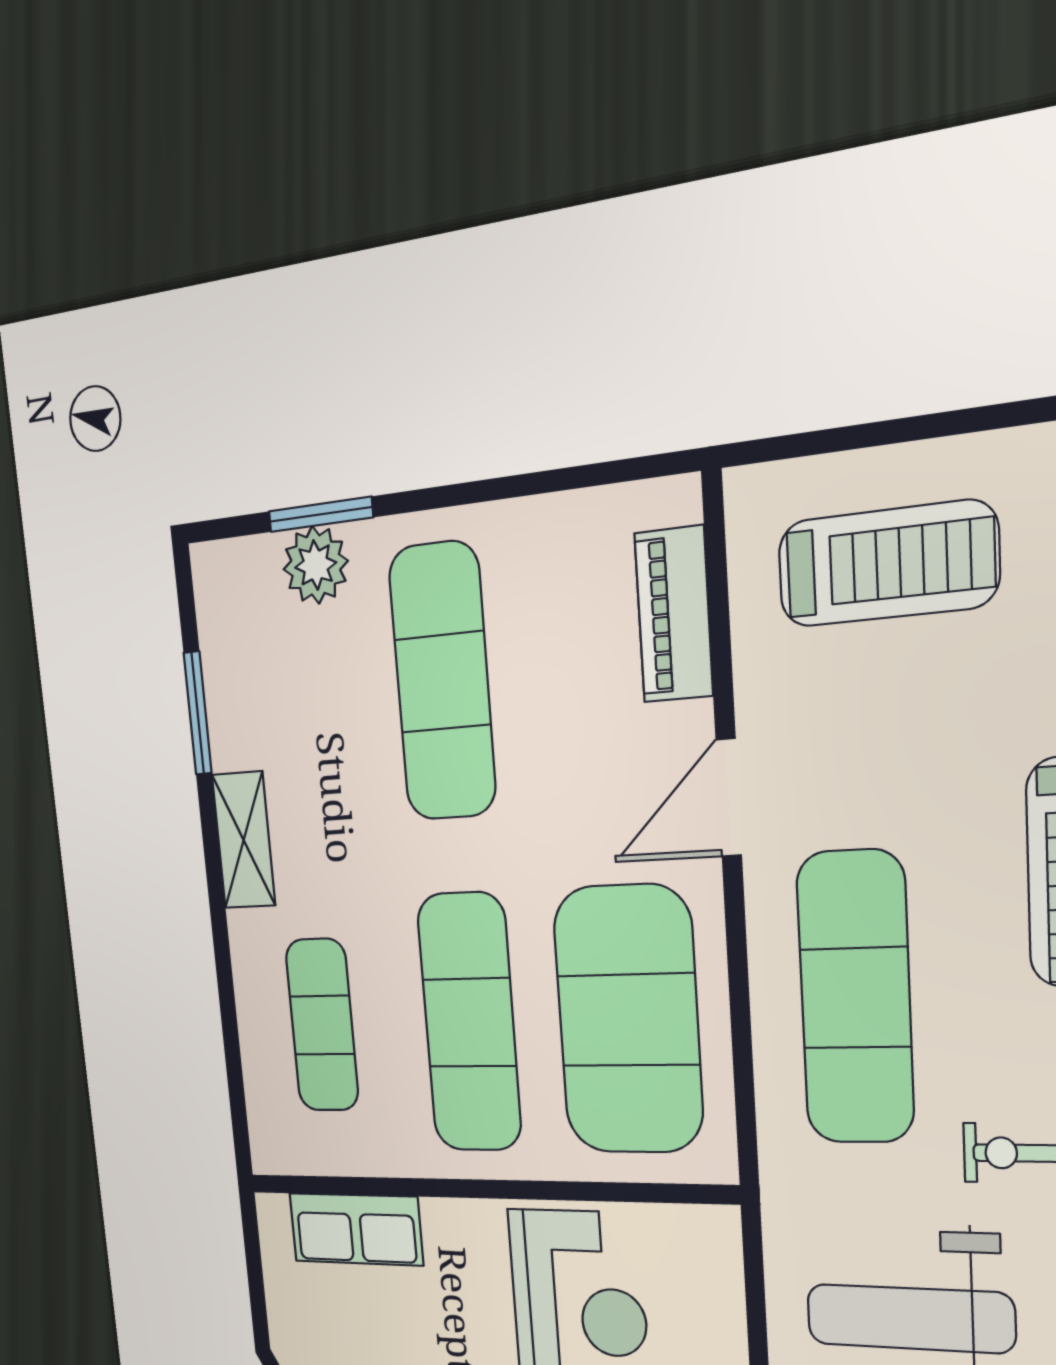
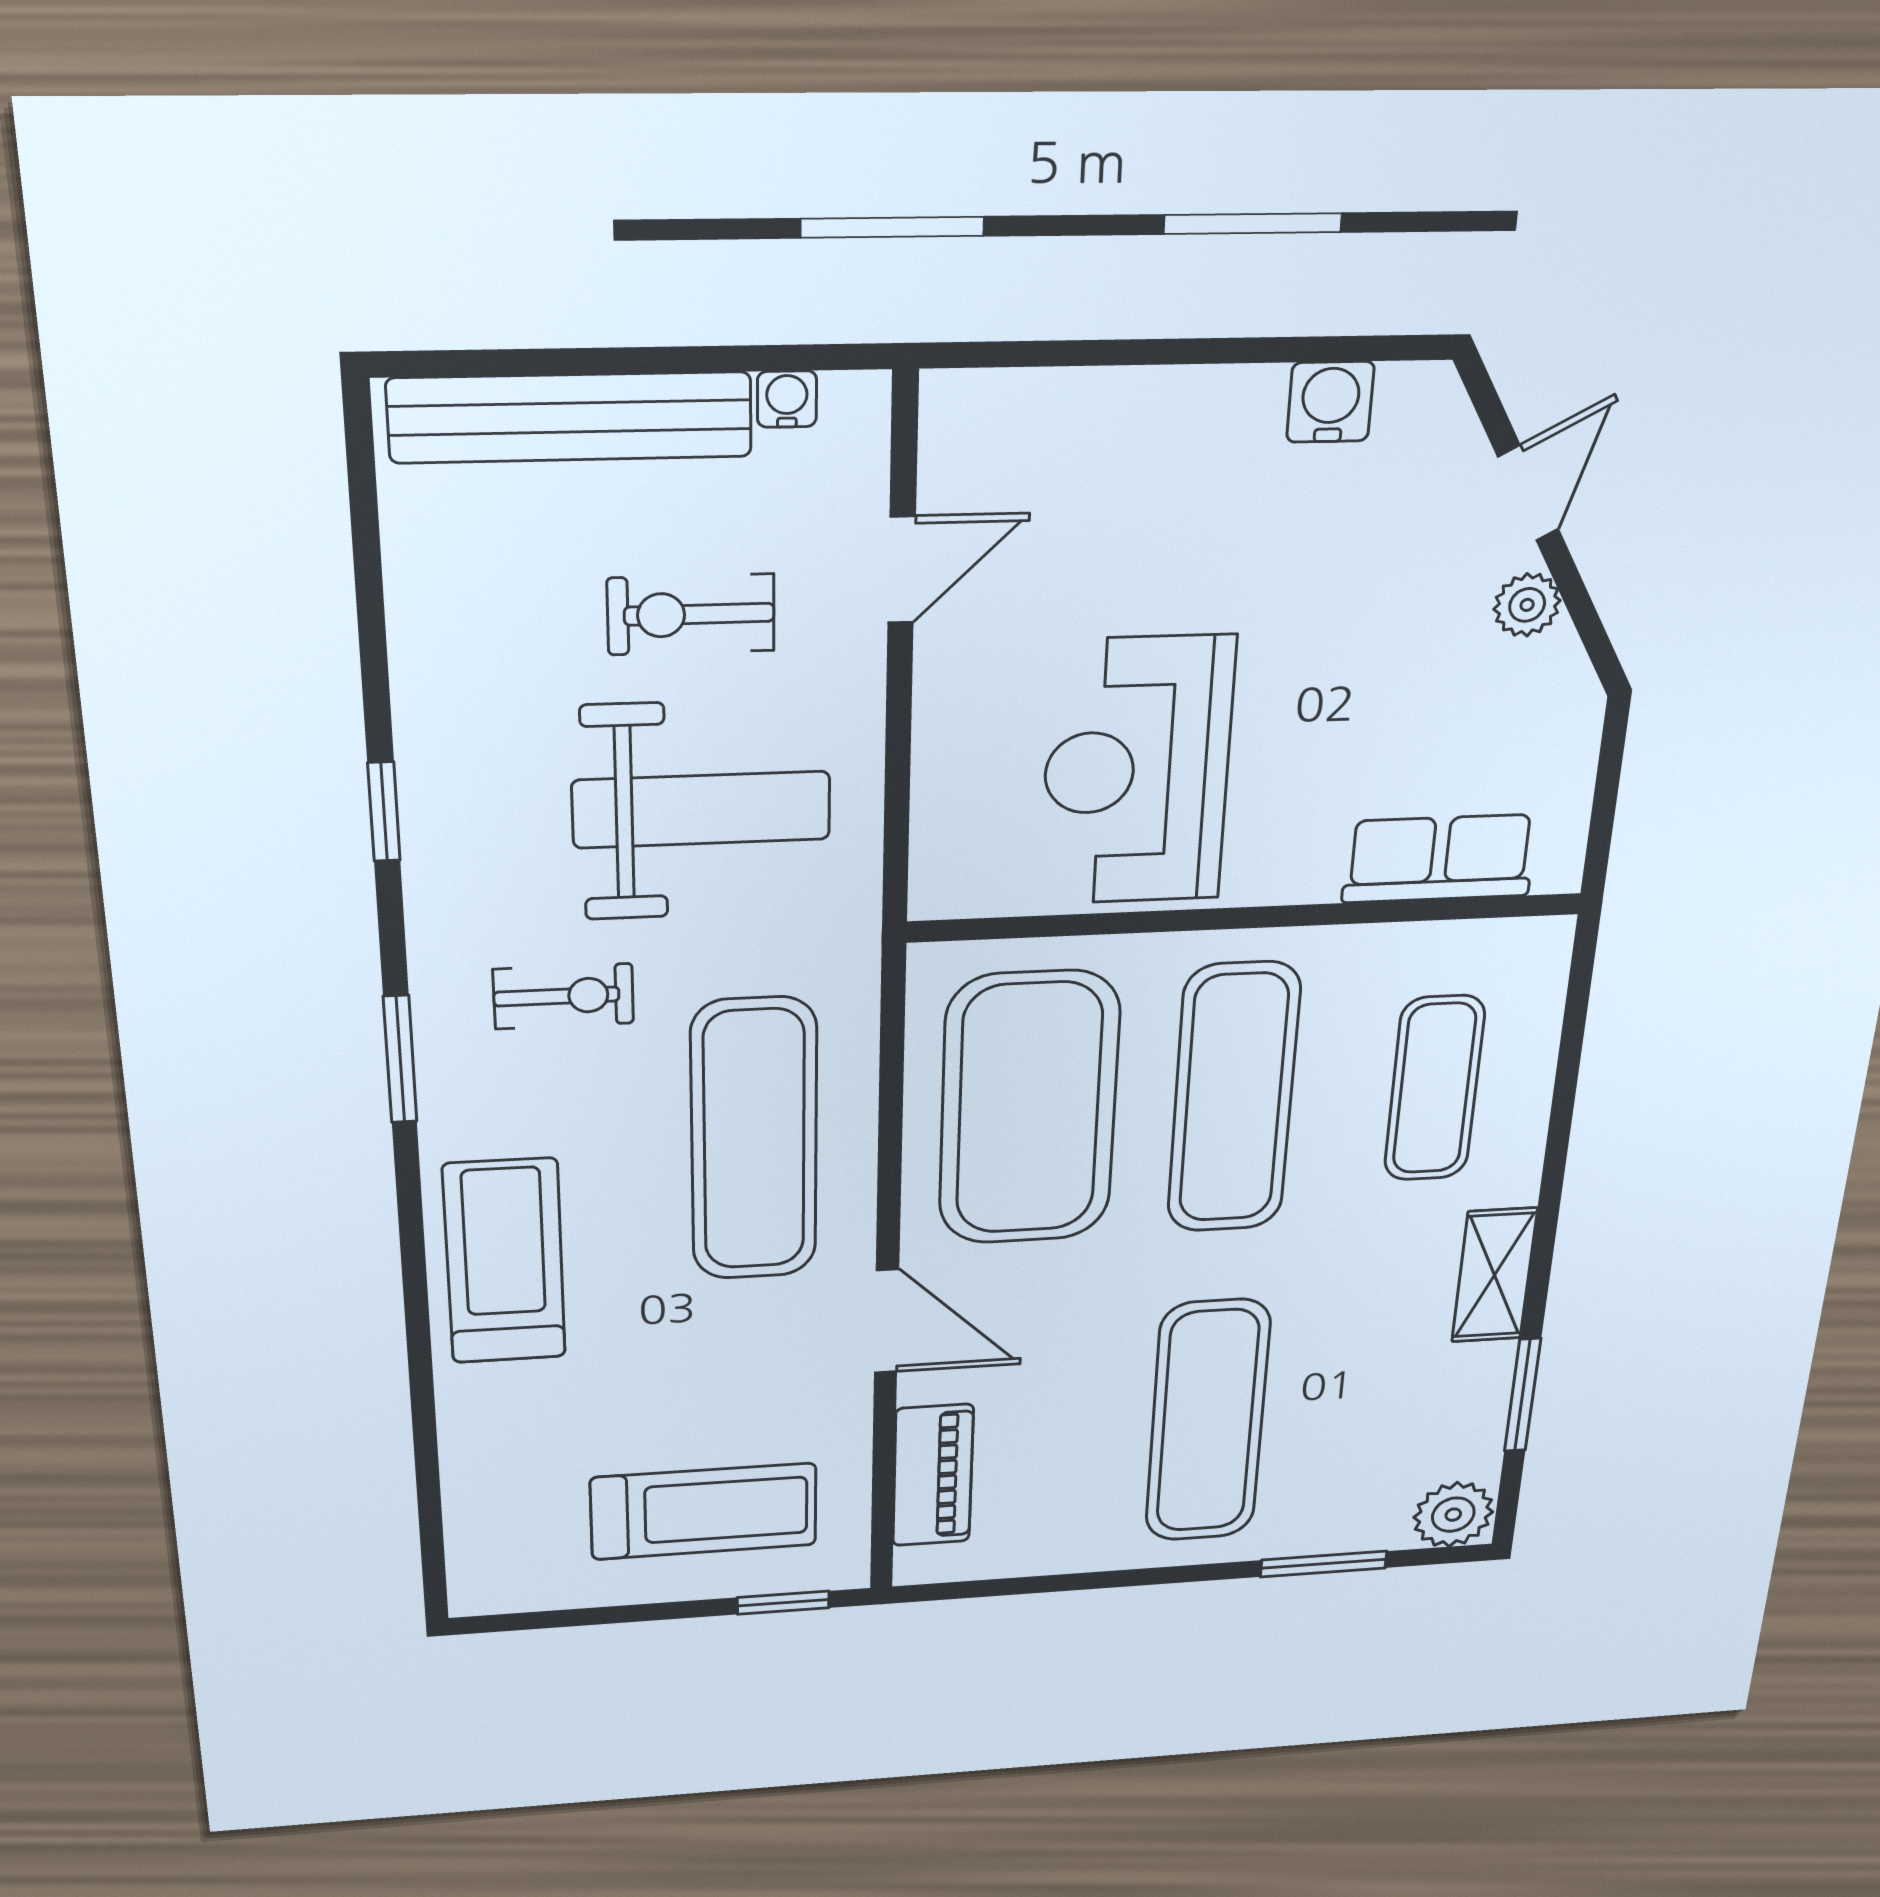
window: (805, 444) -> (783, 1603), added
treadmill: (887, 564) -> (704, 1511), turned 180
plant: (316, 565) -> (1453, 1515), moved
door: (729, 798) -> (886, 1321), hinge flipped

